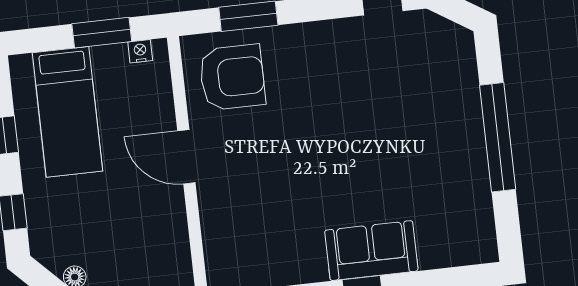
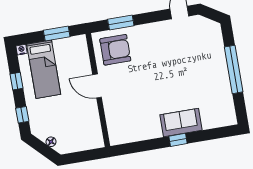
nightstand: (140, 51) -> (22, 50), moved

